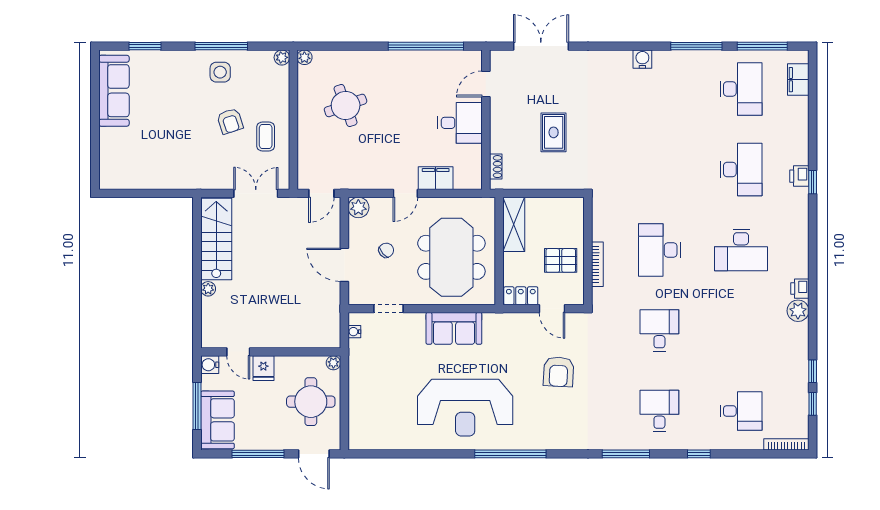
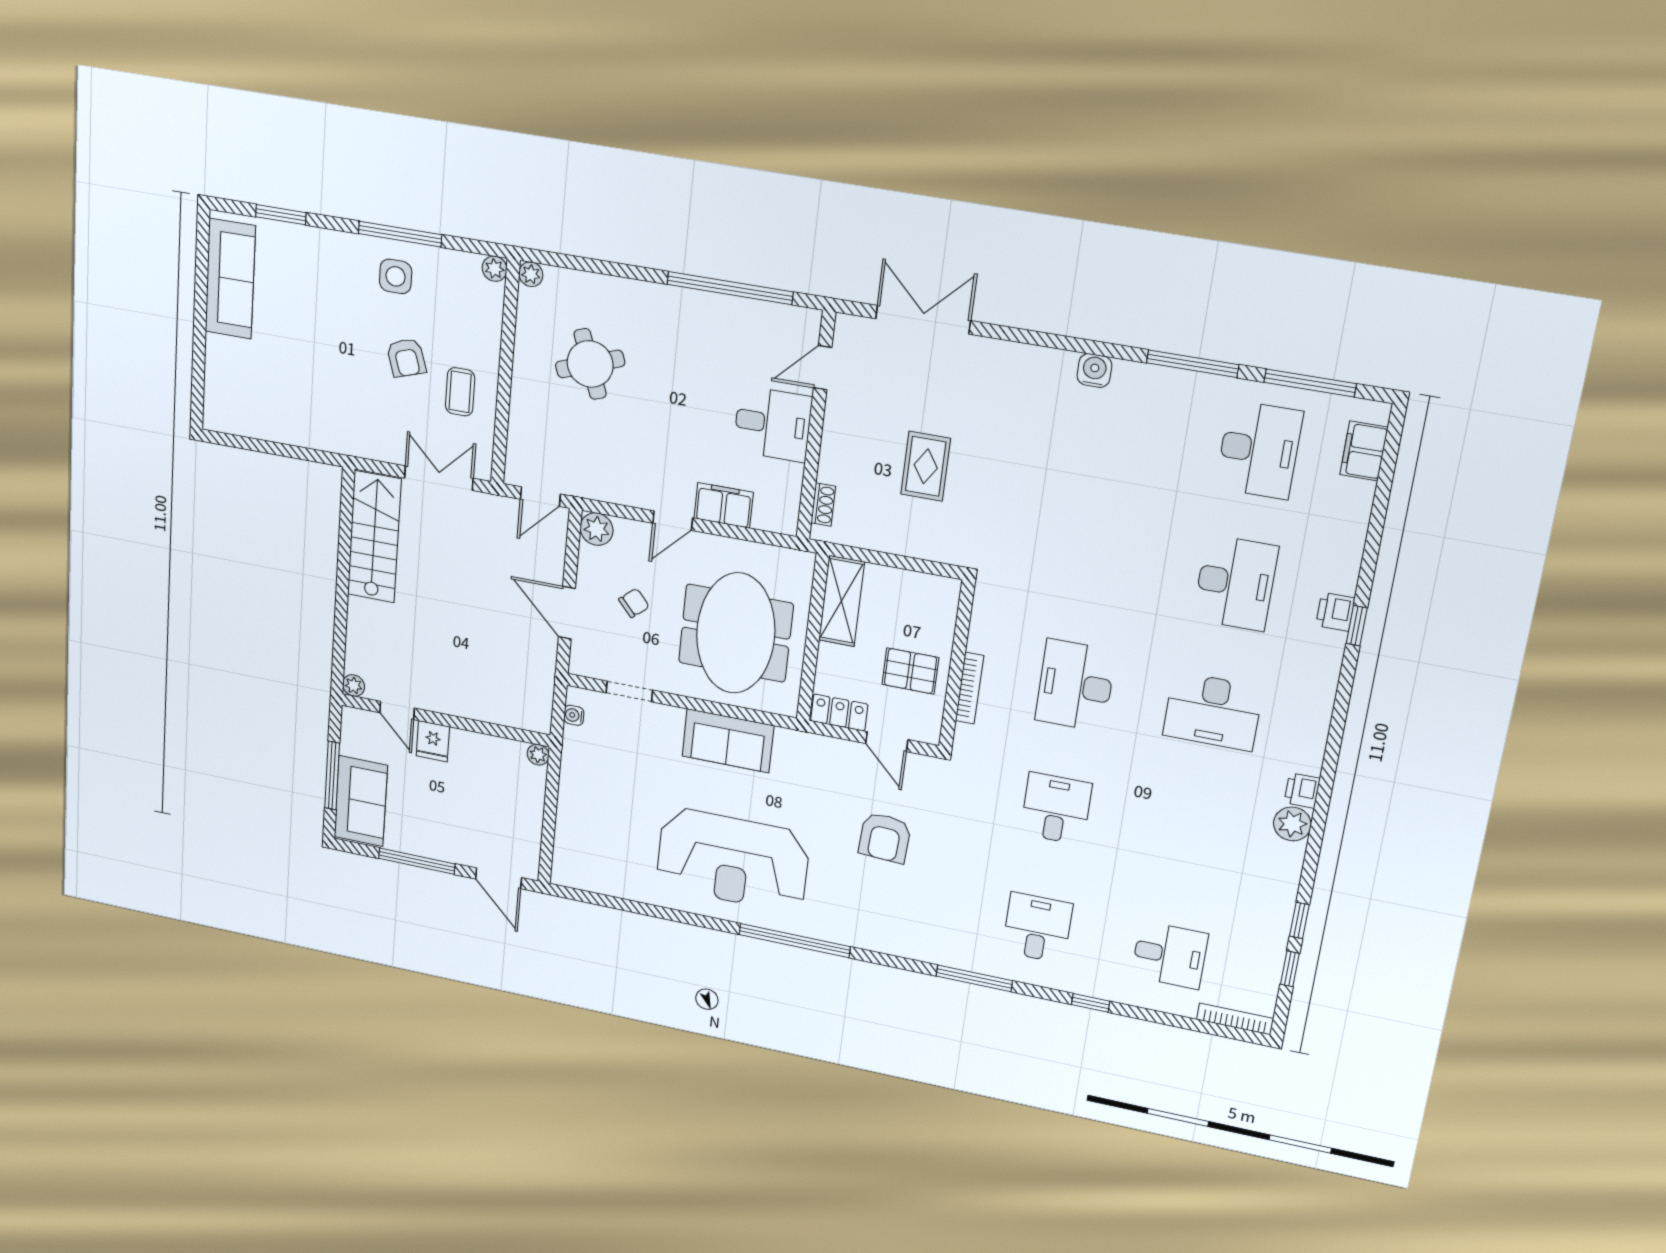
plant: (208, 289) -> (354, 685), moved
water cooler: (210, 365) -> (354, 720), removed
round table: (311, 402) -> (500, 804), removed

